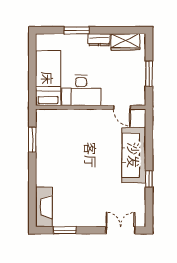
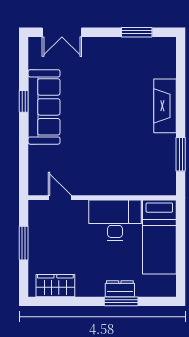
dresser: (99, 40) -> (120, 289), moved
sofa: (134, 155) -> (44, 107), moved
fireplace: (44, 207) -> (165, 106), moved

